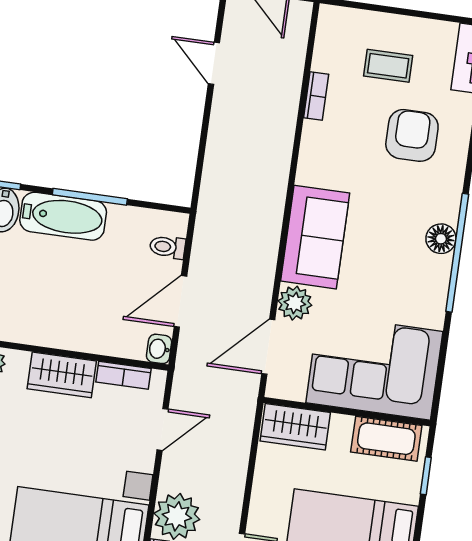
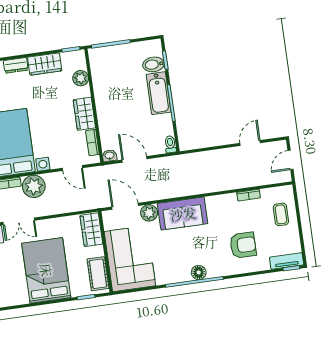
coffee table: (388, 66) -> (281, 214), moved
toilet: (168, 247) -> (170, 144), moved

